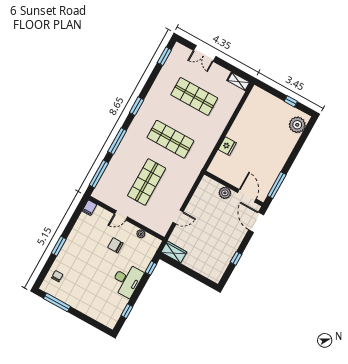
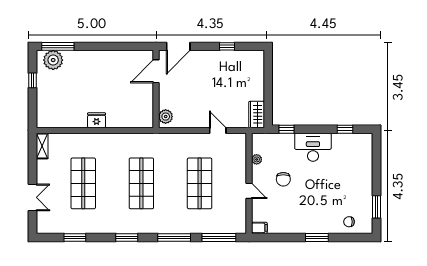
window: (164, 56) -> (75, 238), moved
fridge: (227, 146) -> (97, 120), moved
shop shelf: (147, 182) -> (200, 183), turned 90
window: (277, 185) -> (58, 46), moved
plant: (225, 193) -> (166, 117), moved
window: (57, 302) -> (376, 207), width x0.69

